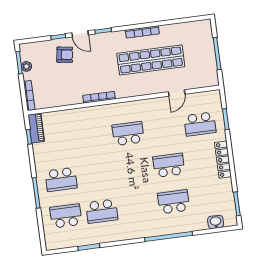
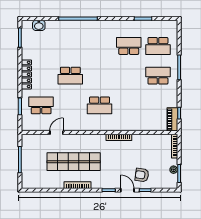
school desk: (174, 202) -> (70, 46), removed

